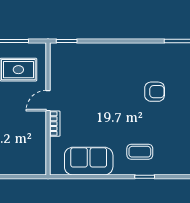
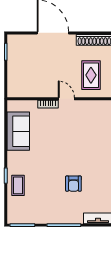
coffee table: (140, 152) -> (18, 185), moved

